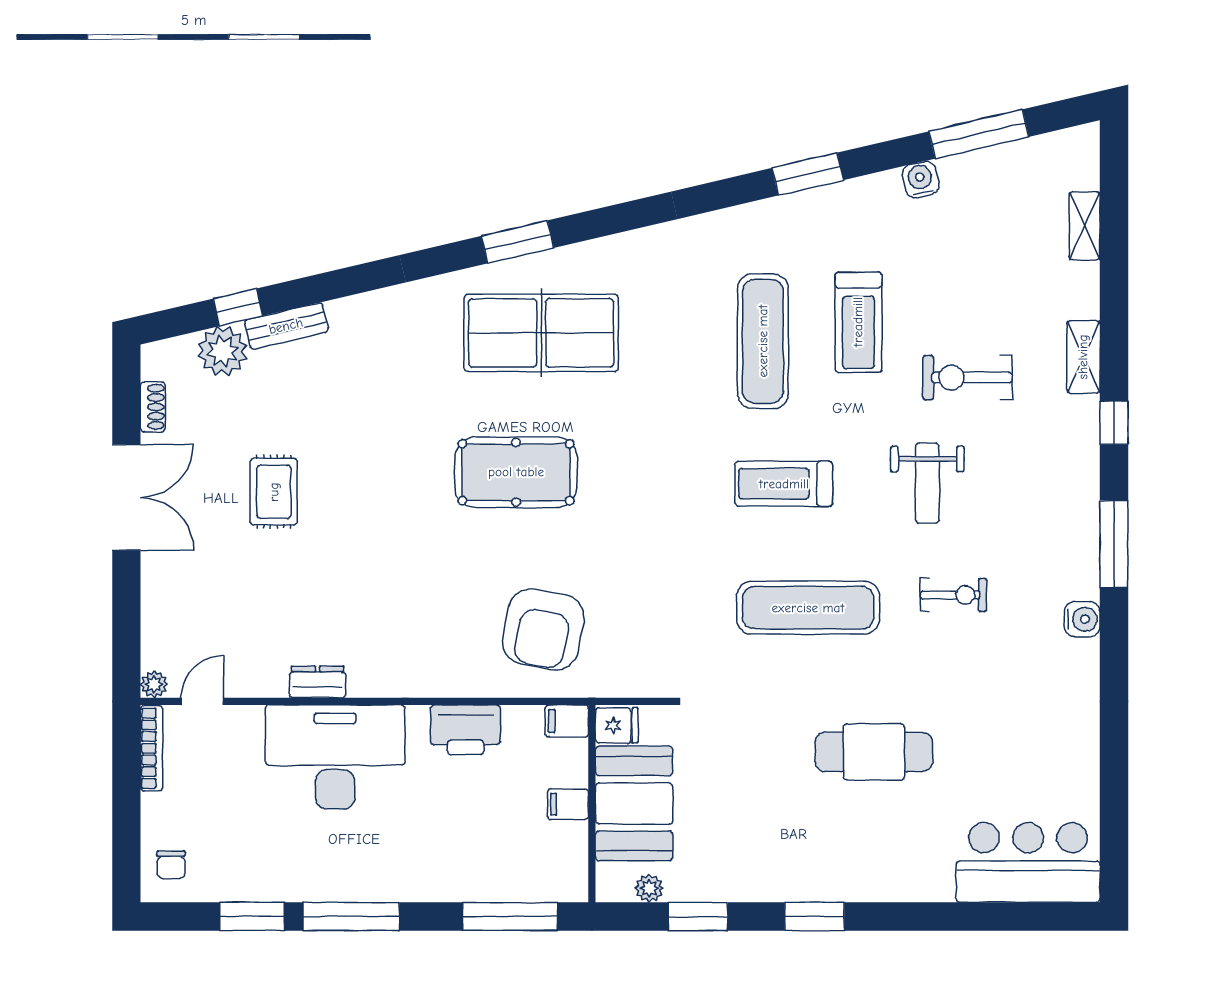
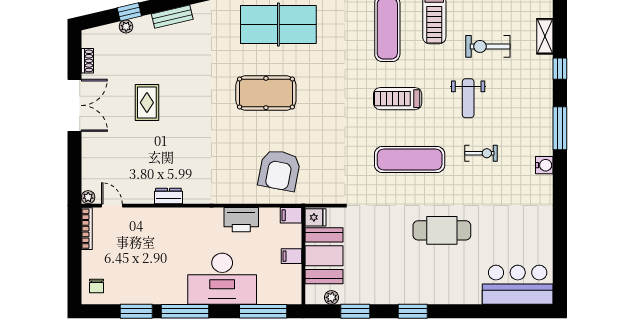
bench: (286, 326) -> (172, 17), moved
plant: (223, 351) -> (126, 27), width x0.53, depth x0.53
door: (203, 701) -> (112, 206), hinge flipped
desk: (335, 757) -> (222, 279), moved, turned 180

